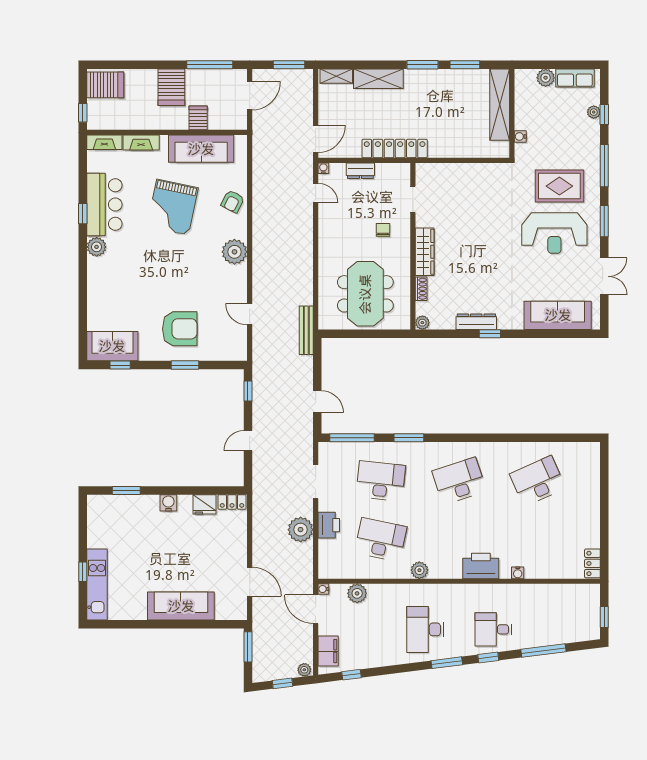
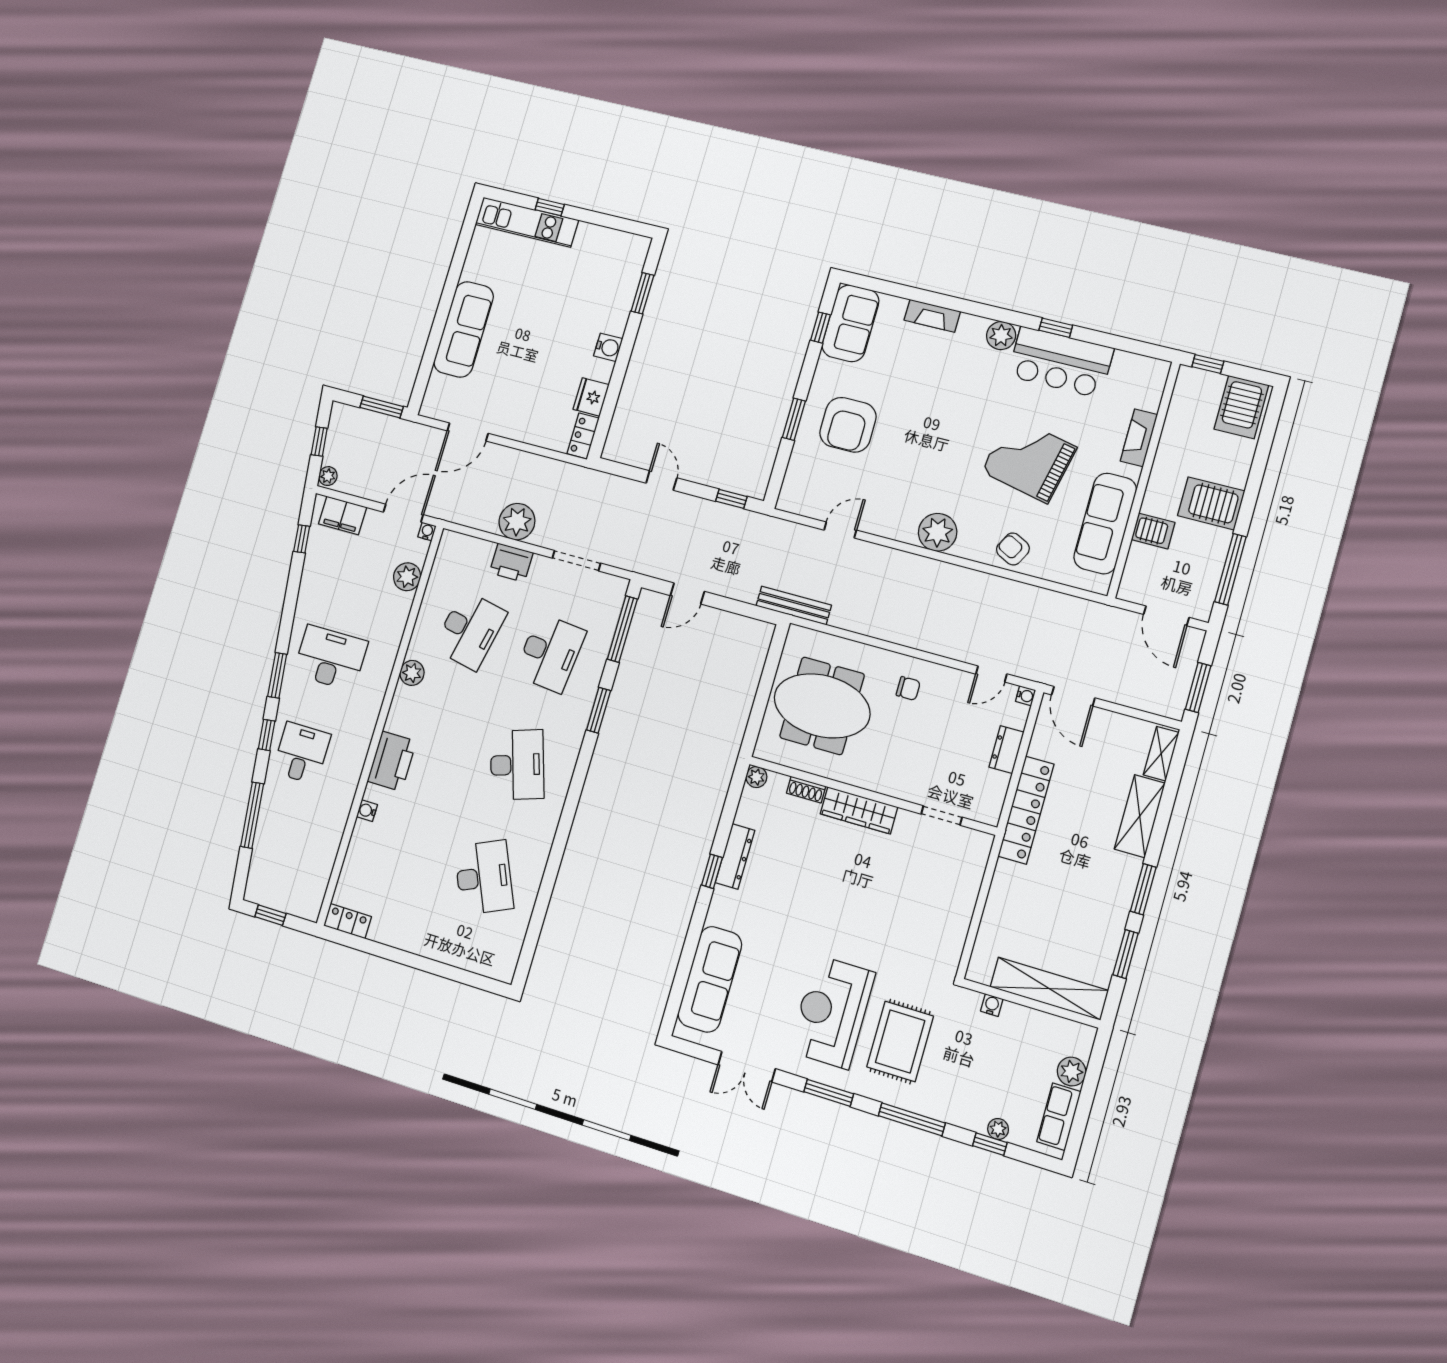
fireplace: (104, 142) -> (932, 316), moved, turned -90
chair: (383, 230) -> (908, 688), moved

